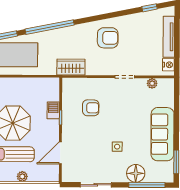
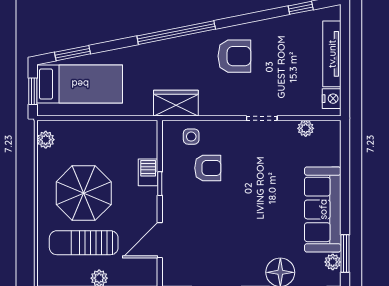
window: (50, 27) -> (176, 33), moved
side table: (117, 147) -> (191, 137), moved
plant: (169, 167) -> (333, 262), added

